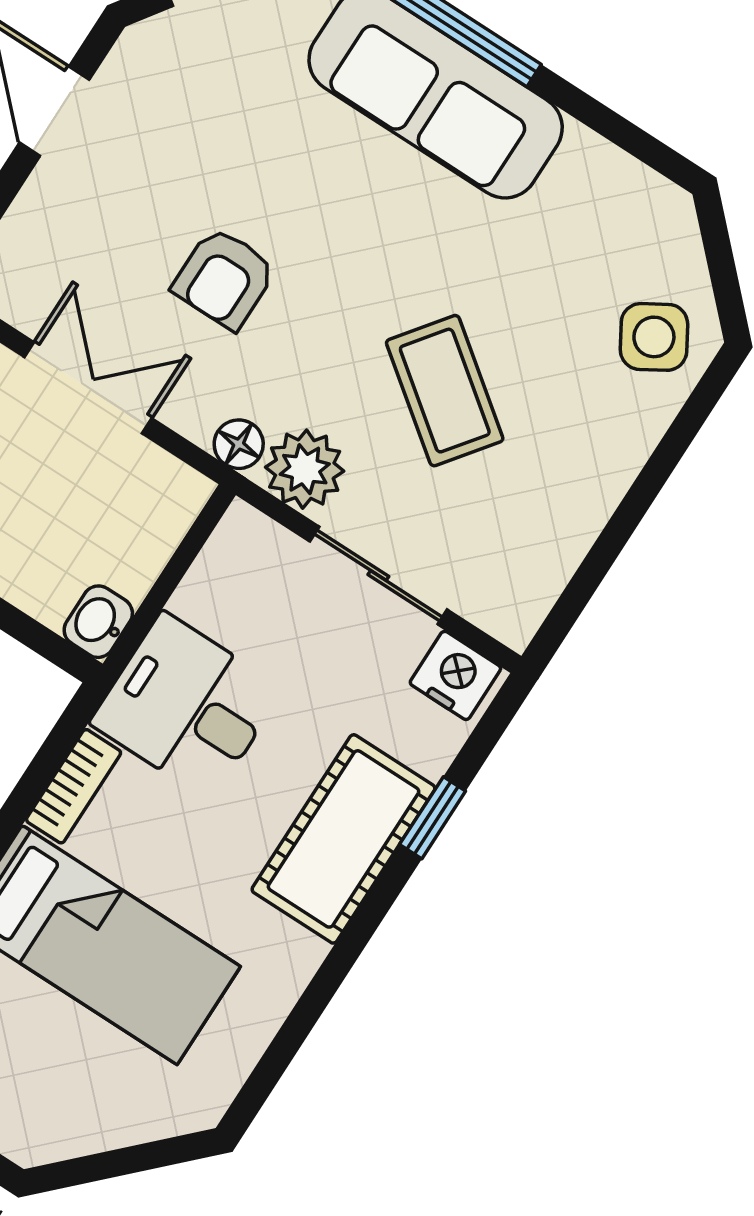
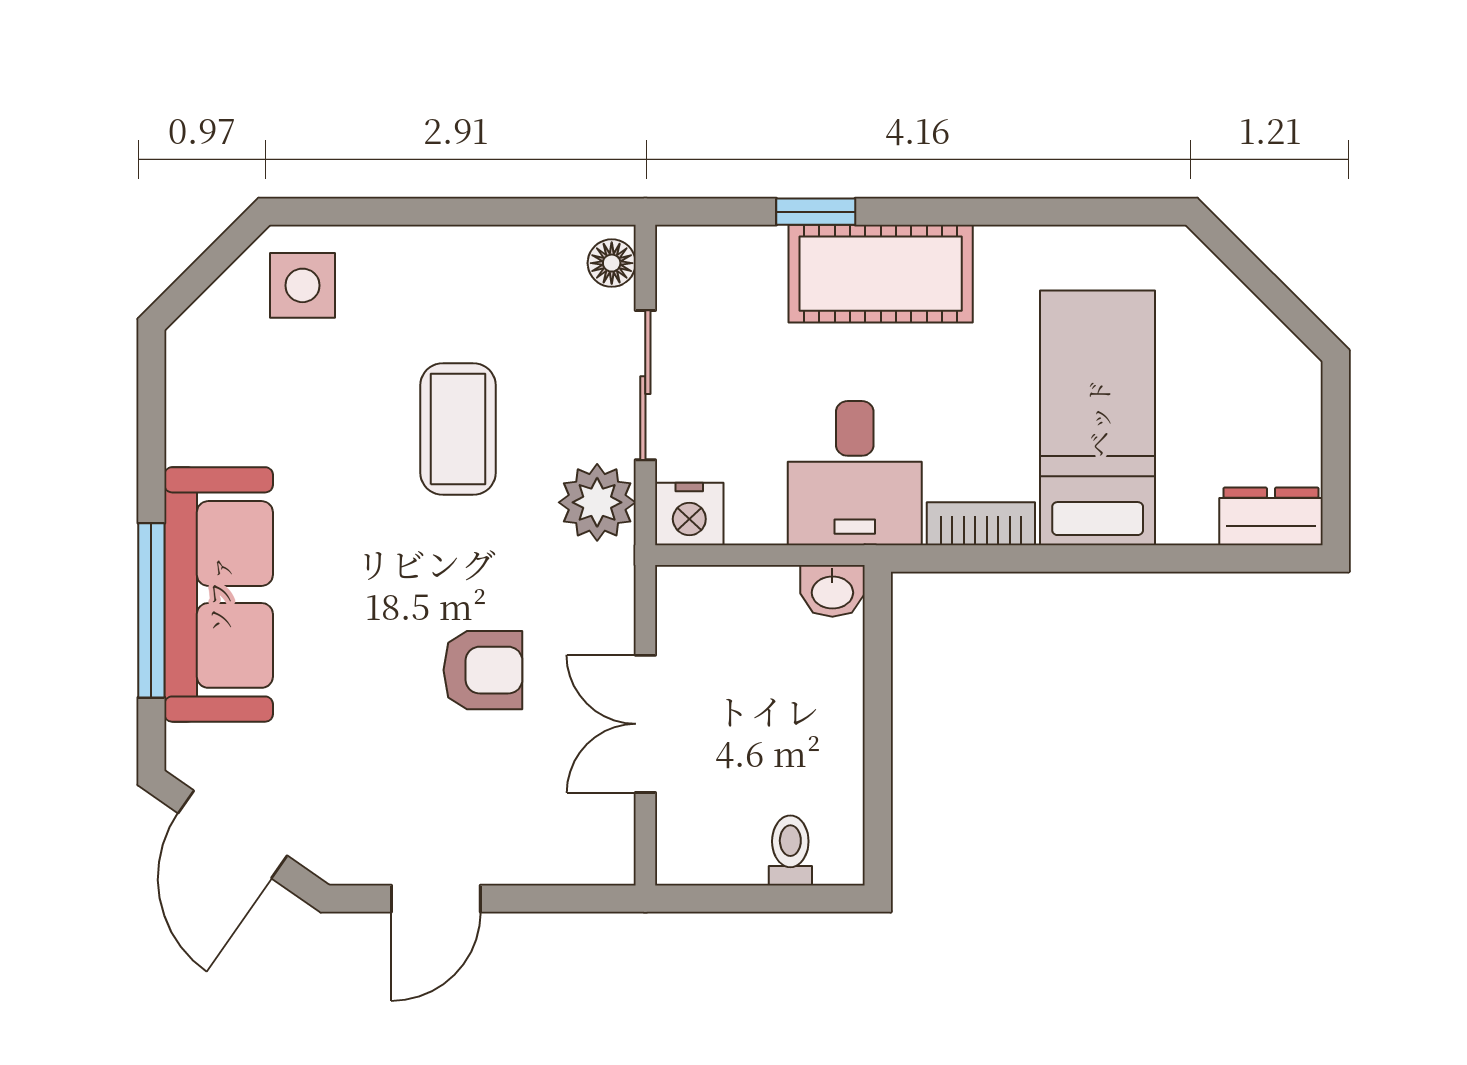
side table: (654, 337) -> (302, 285), turned 31
coffee table: (445, 391) -> (458, 429), turned -37
floor lamp: (239, 444) -> (612, 263), moved
nightstand: (455, 675) -> (689, 514), moved, turned -90

